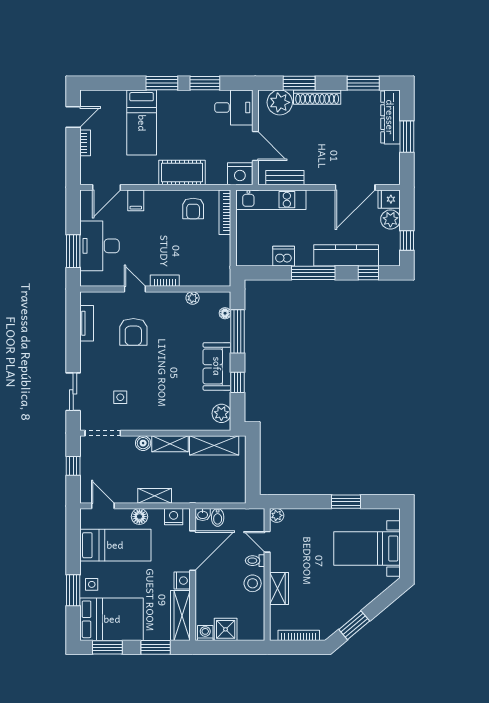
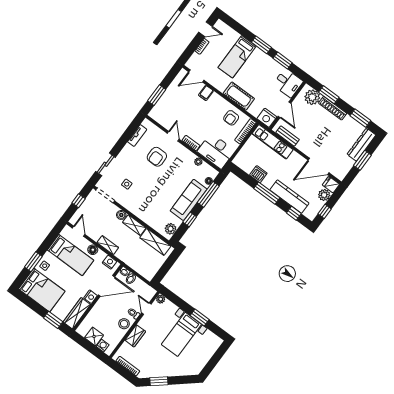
desk: (100, 246) -> (216, 151), moved, turned -90
sofa: (217, 366) -> (189, 200), width x1.36
bed with nightstands: (367, 549) -> (181, 334), moved, turned -90
washing machine: (205, 633) -> (103, 346), moved
window: (107, 647) -> (29, 302), removed

